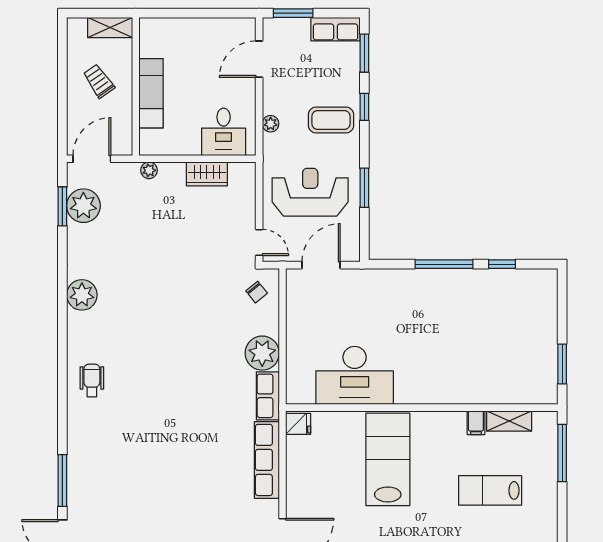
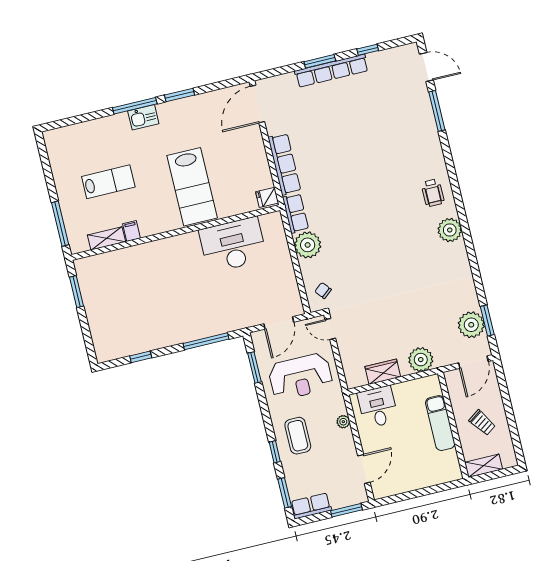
coffee table: (331, 120) -> (298, 436), turned 90
plant: (149, 170) -> (421, 360), width x1.88, depth x1.88
window: (364, 188) -> (255, 368), moved
window: (444, 264) -> (206, 341), moved
plant: (82, 295) -> (450, 230), moved

